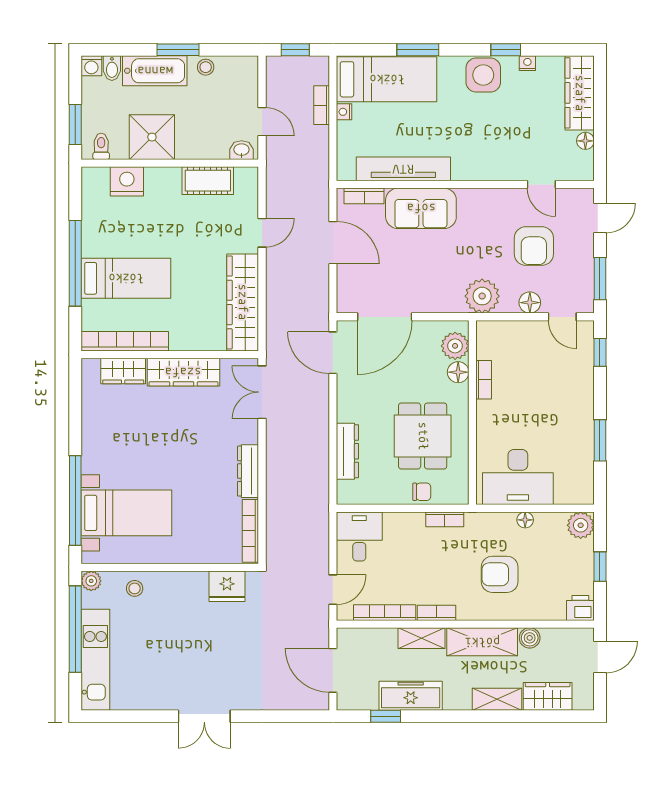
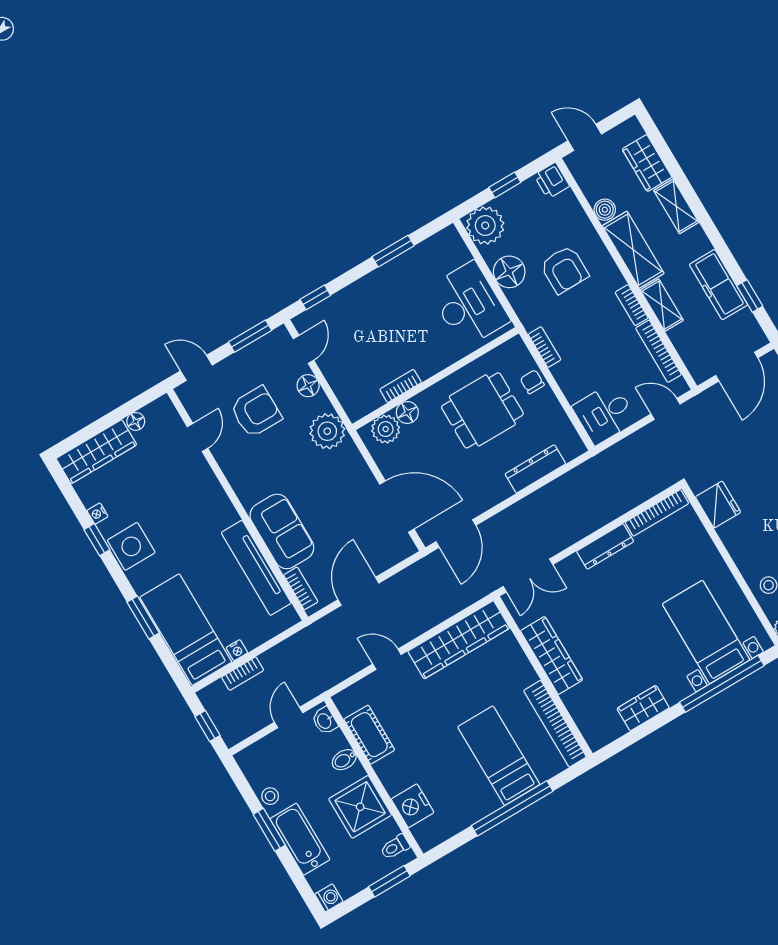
bidet: (112, 68) -> (344, 760), moved, turned 180
wardrobe: (123, 371) -> (643, 708), moved, turned -90
floor lamp: (525, 520) -> (509, 272), width x1.89, depth x1.89
plant: (581, 525) -> (485, 225), width x1.36, depth x1.36

